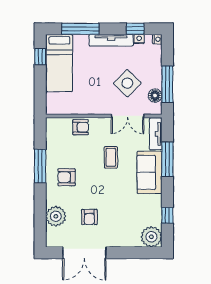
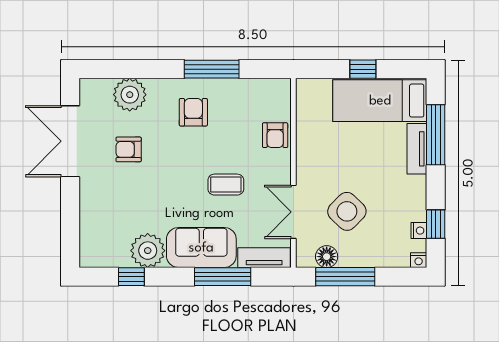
tv unit: (111, 40) -> (417, 149), moved, width x0.71
window: (40, 57) -> (363, 69), moved
plant: (151, 237) -> (148, 251), moved

